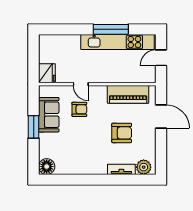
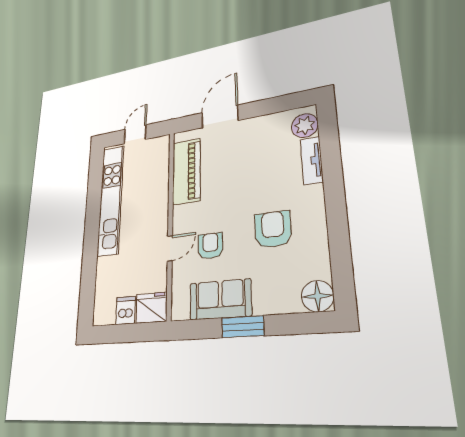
window: (111, 29) -> (93, 212), removed
dishwasher: (47, 57) -> (126, 310), added
door: (161, 58) -> (135, 134), swing flipped
armchair: (122, 133) -> (273, 229), moved

